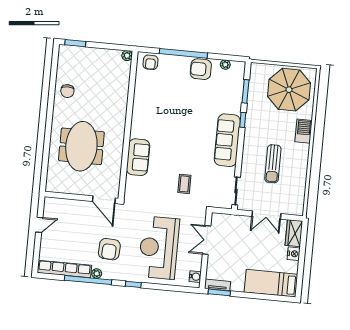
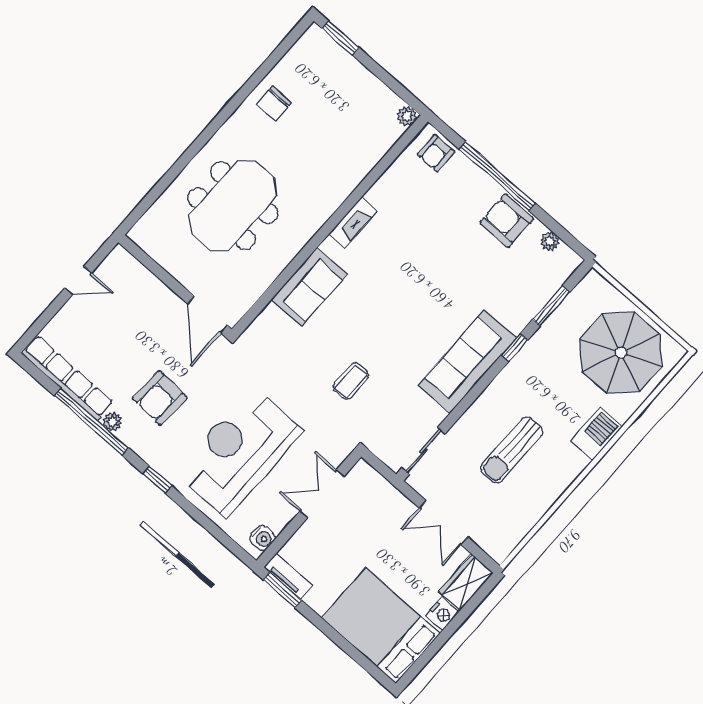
fireplace: (137, 117) -> (353, 222), added
bed: (271, 283) -> (381, 626), width x1.50

